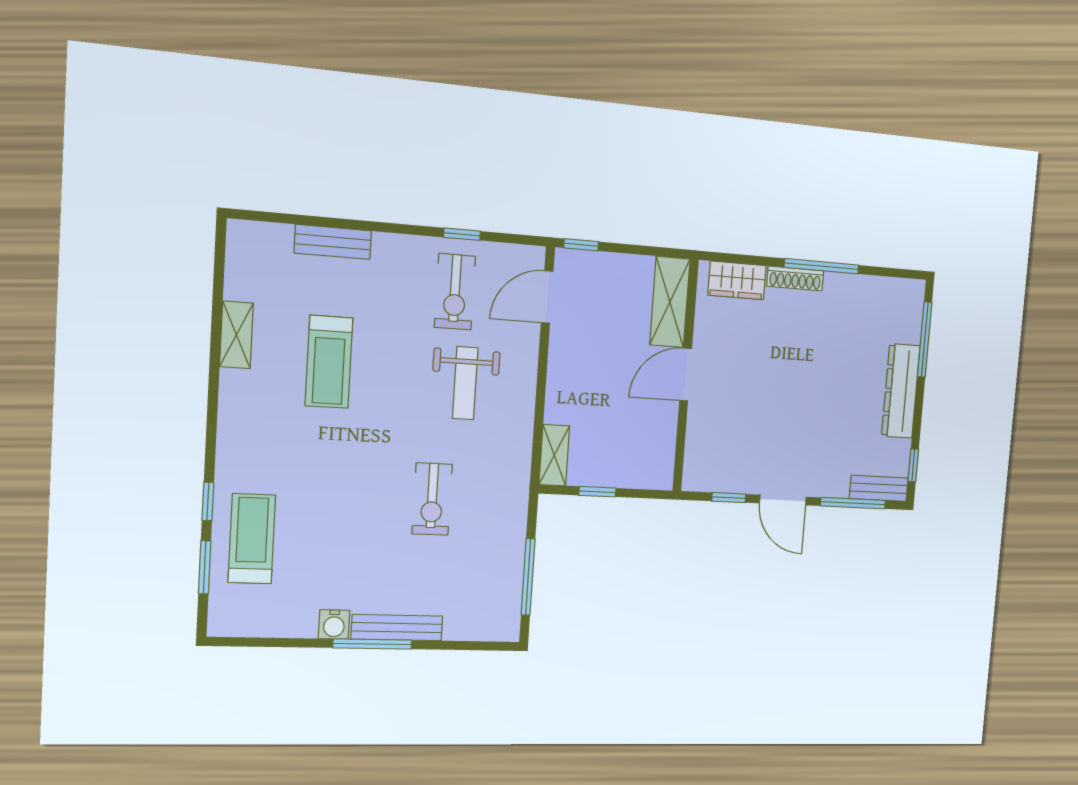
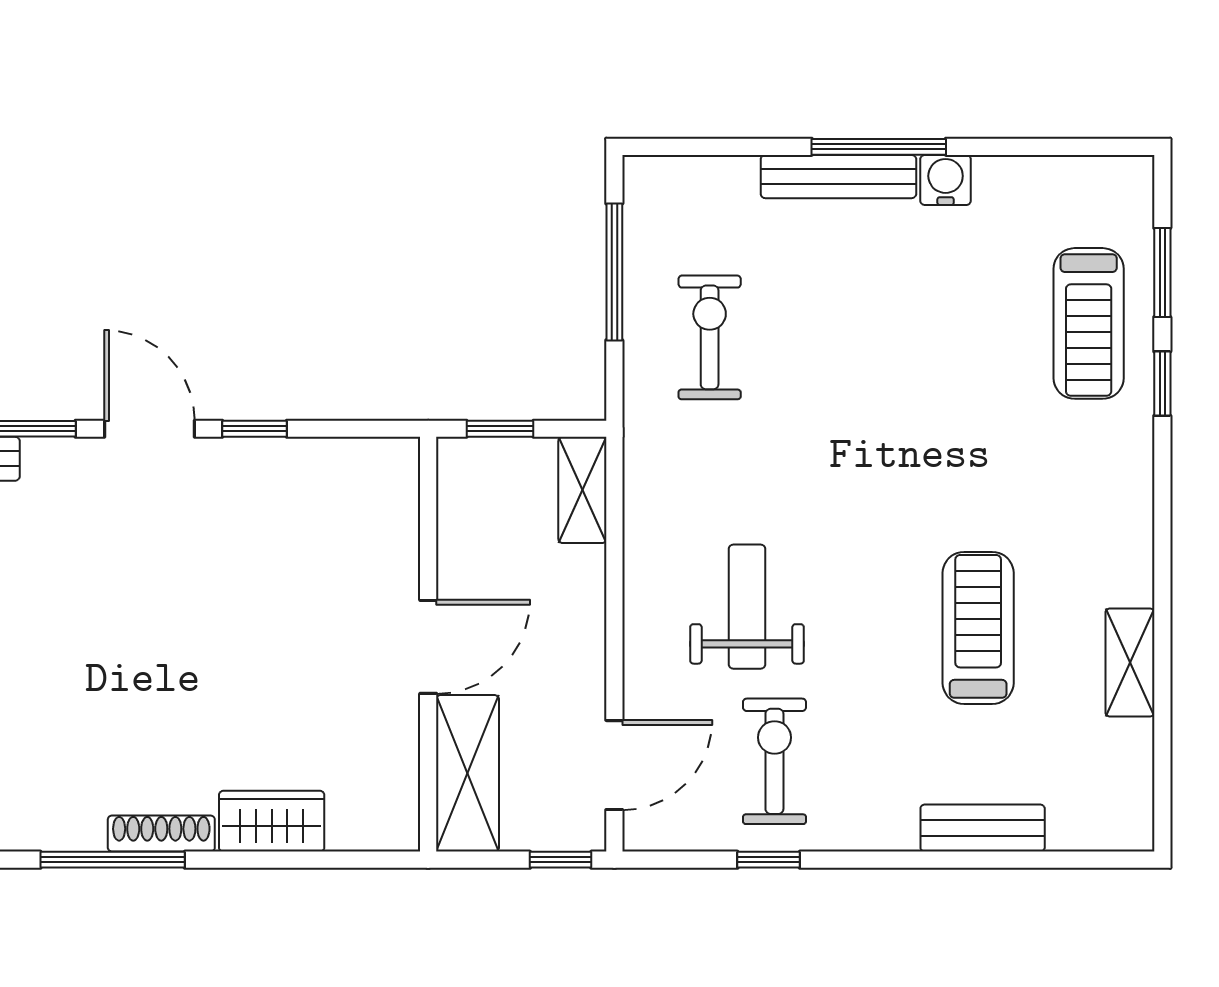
shelving: (670, 302) -> (467, 773), moved
door: (686, 374) -> (428, 647), moved
wall: (686, 376) -> (428, 644), moved
exercise bike: (432, 499) -> (710, 337), moved

